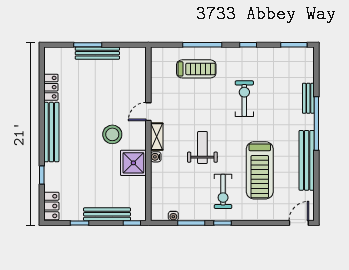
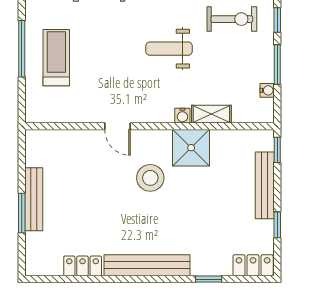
shelving: (157, 137) -> (211, 114), moved

